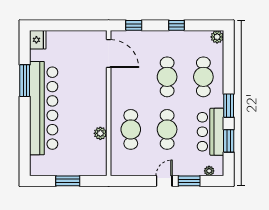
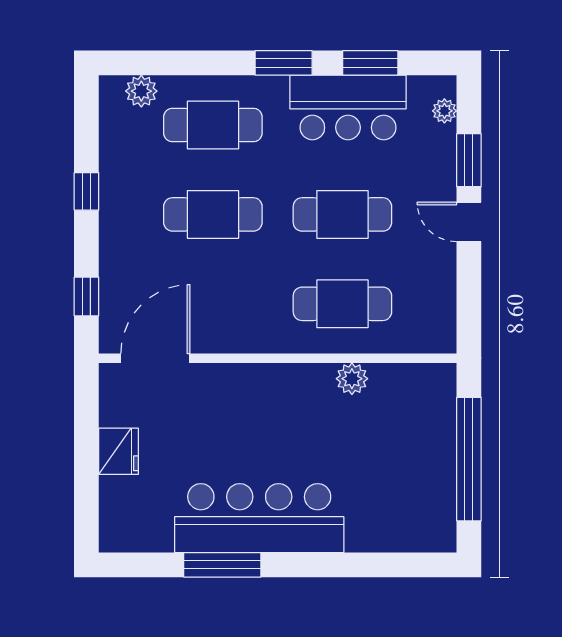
plant: (217, 37) -> (141, 91), moved
fridge: (38, 40) -> (119, 451), moved, turned 90
bar counter: (44, 108) -> (259, 518), width x0.73
window: (68, 181) -> (469, 459), width x2.11

